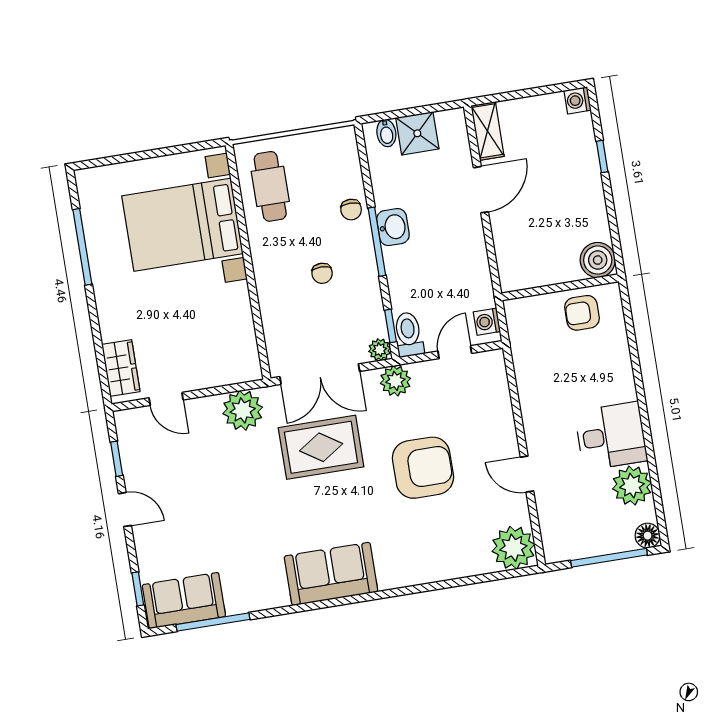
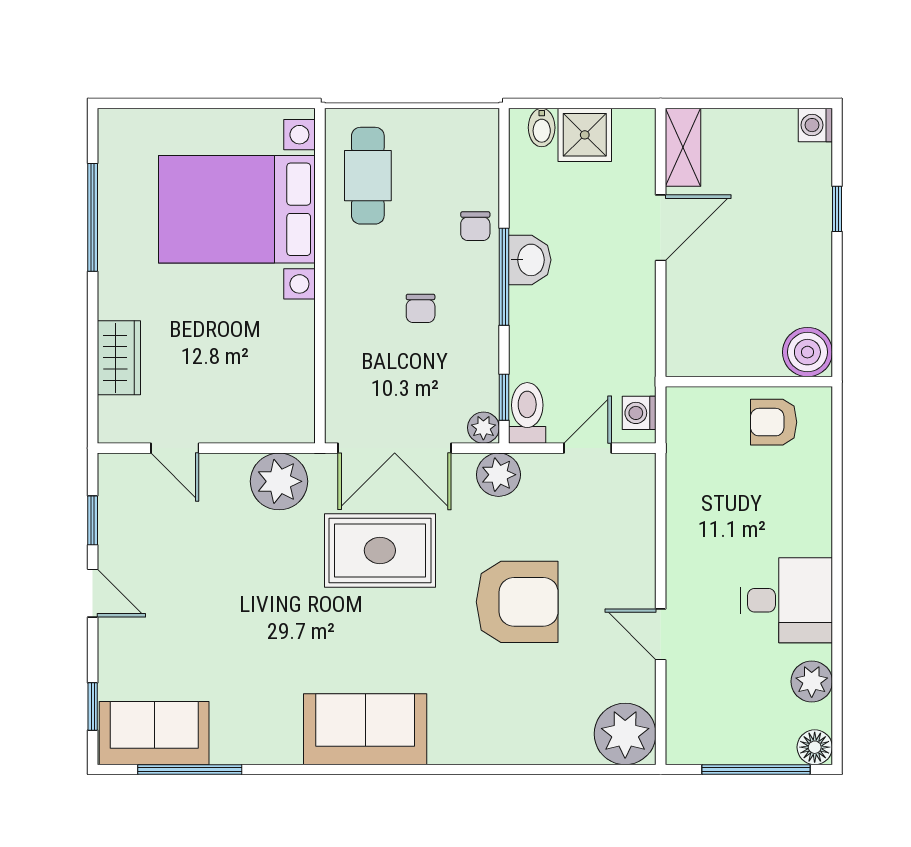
wardrobe: (121, 368) -> (119, 358), moved
plant: (632, 486) -> (812, 681), width x0.73, depth x0.73

